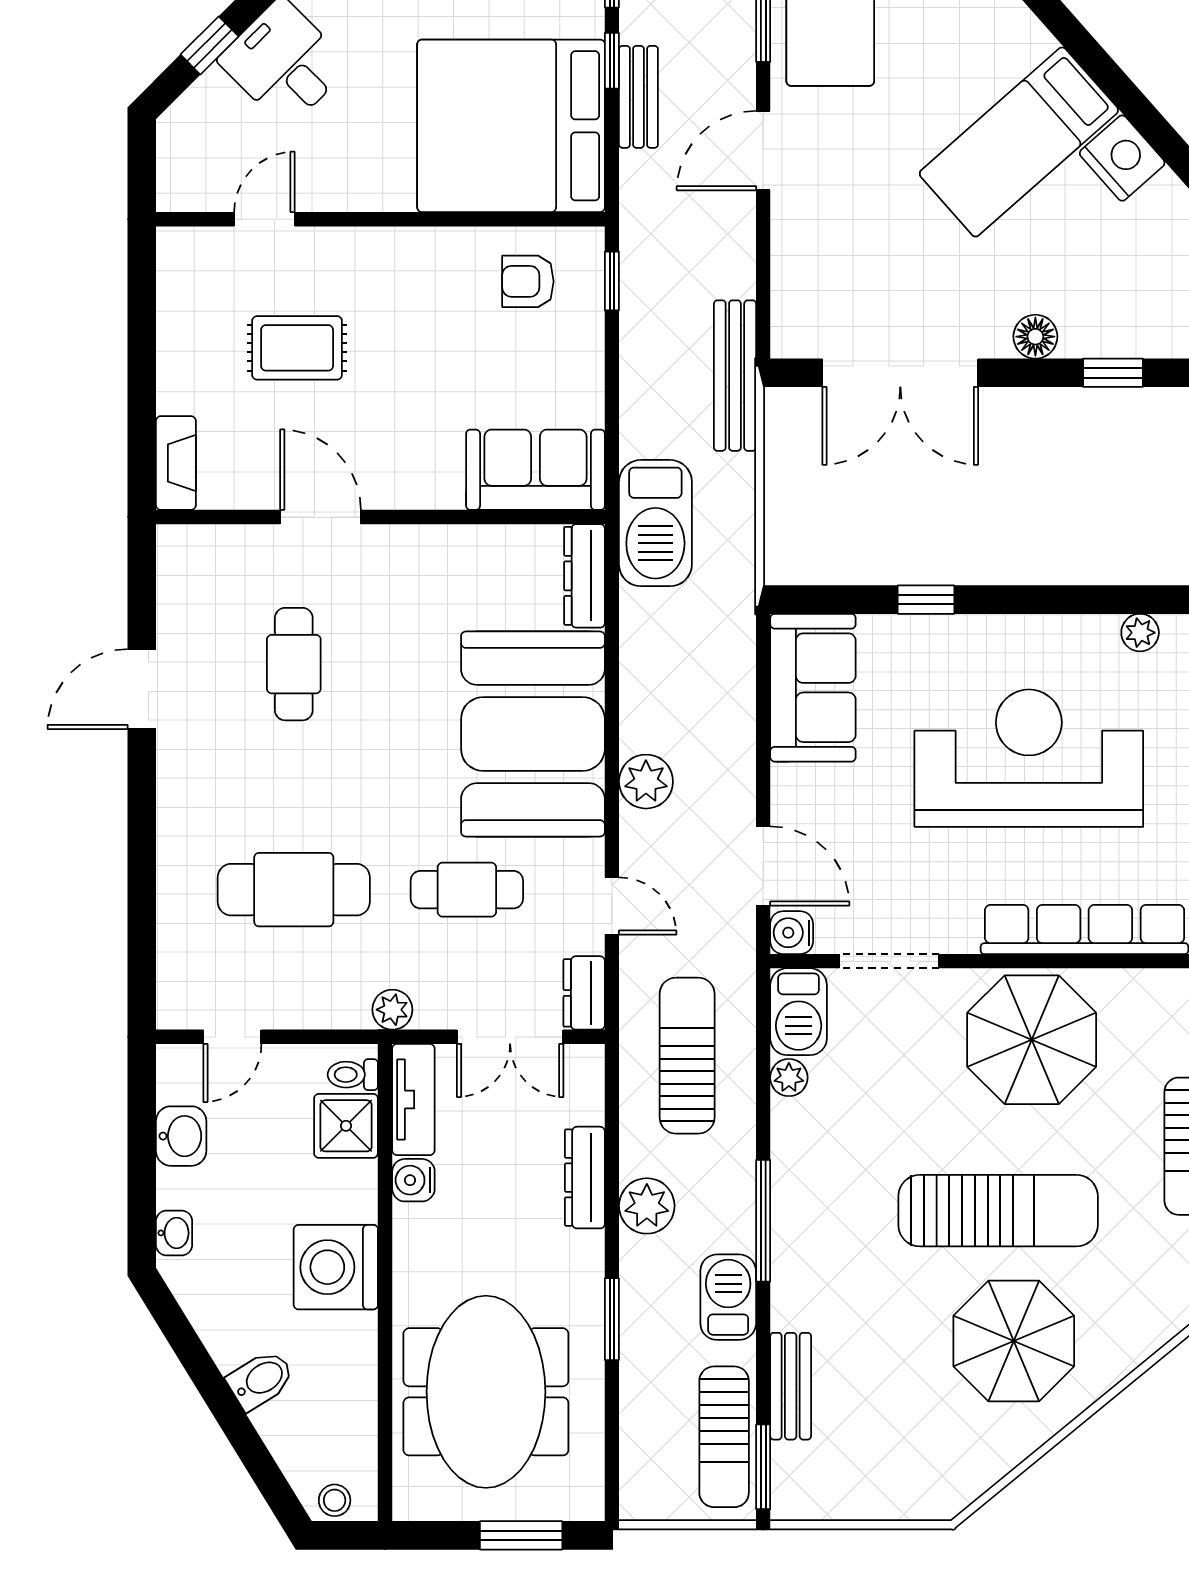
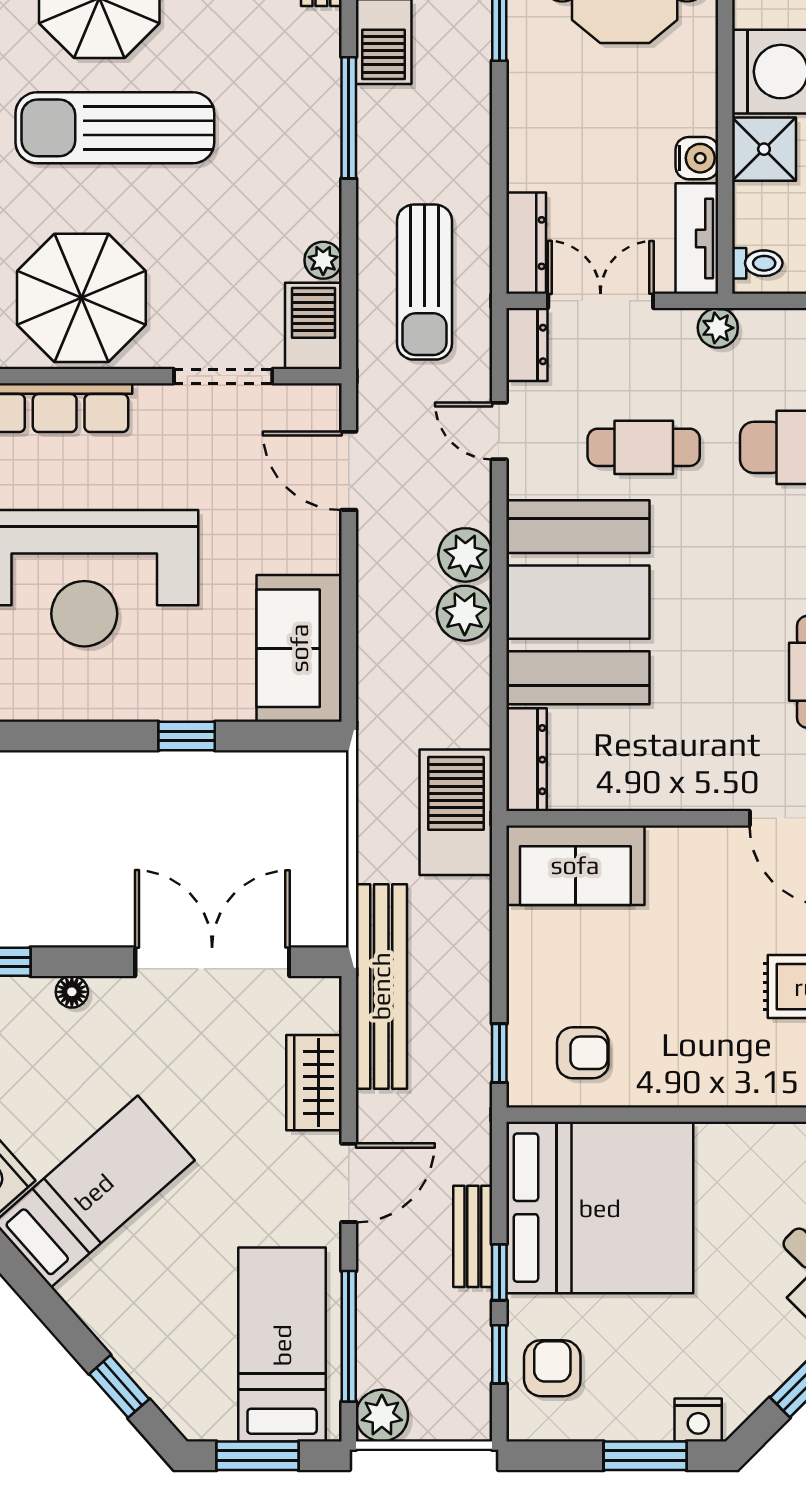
wardrobe: (798, 251) -> (314, 1083), added
floor lamp: (1035, 337) -> (72, 992), width x0.73, depth x0.73
bench: (735, 376) -> (381, 986), width x1.37, depth x1.21
water cooler: (792, 933) -> (320, 405), removed
shower: (346, 1126) -> (764, 149), moved
dresser: (585, 1178) -> (526, 243), moved
plant: (647, 1206) -> (465, 613), moved

